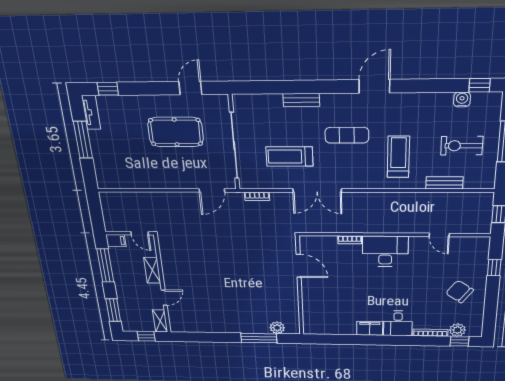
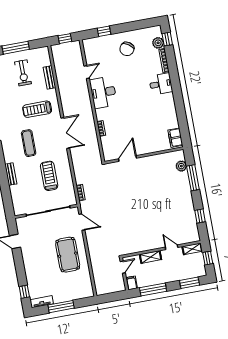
pool table: (176, 132) -> (68, 255), moved
treadmill: (290, 157) -> (49, 176), turned 180
double door: (317, 191) -> (65, 133), moved
desk: (385, 251) -> (103, 92), moved
filing cabinet: (370, 328) -> (175, 138), moved
window: (205, 337) -> (200, 216), added

